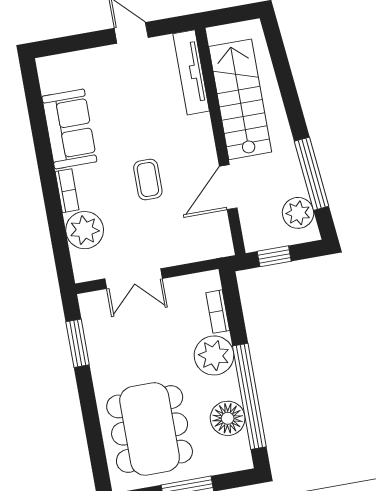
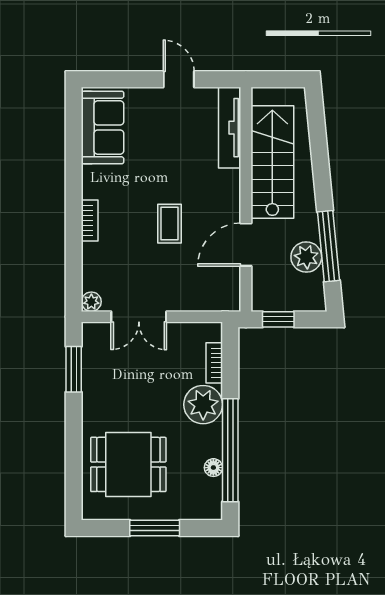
sofa: (69, 129) -> (103, 128), moved
plant: (298, 213) -> (306, 257), moved
plant: (85, 230) -> (91, 302), moved, width x0.53, depth x0.53
floor lamp: (228, 418) -> (213, 468), width x0.53, depth x0.53
dining table: (150, 429) -> (128, 464), width x0.73

